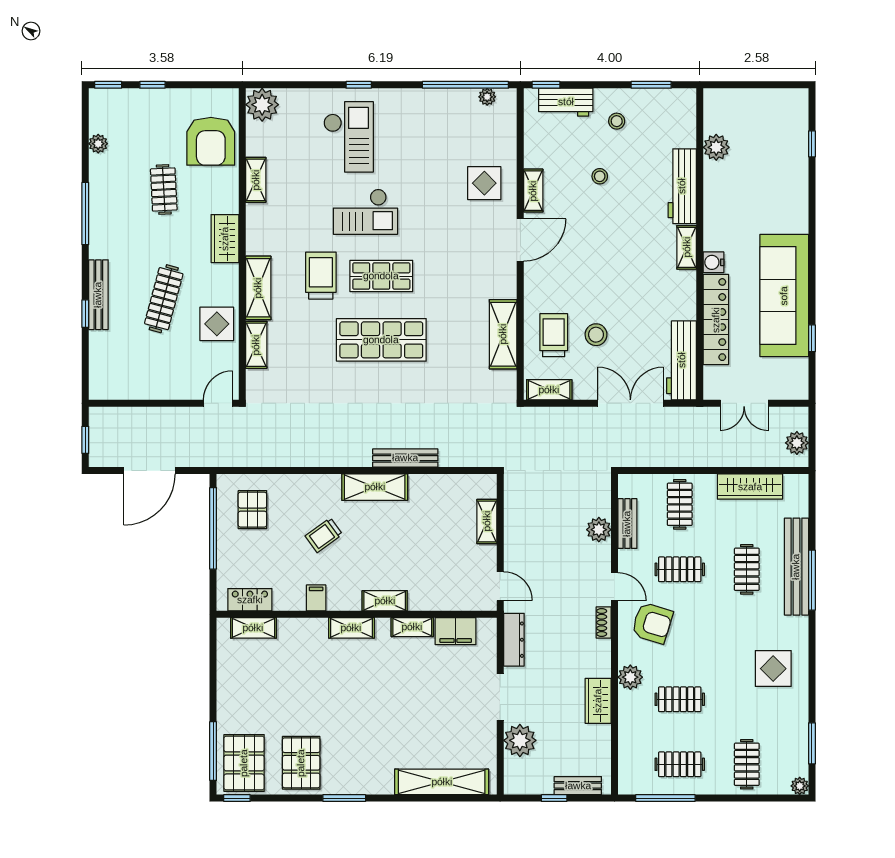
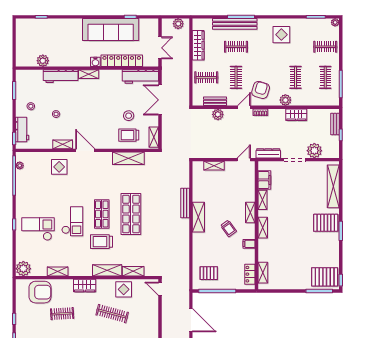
trolley: (324, 535) -> (228, 228), moved
pallet: (301, 763) -> (326, 223), moved

